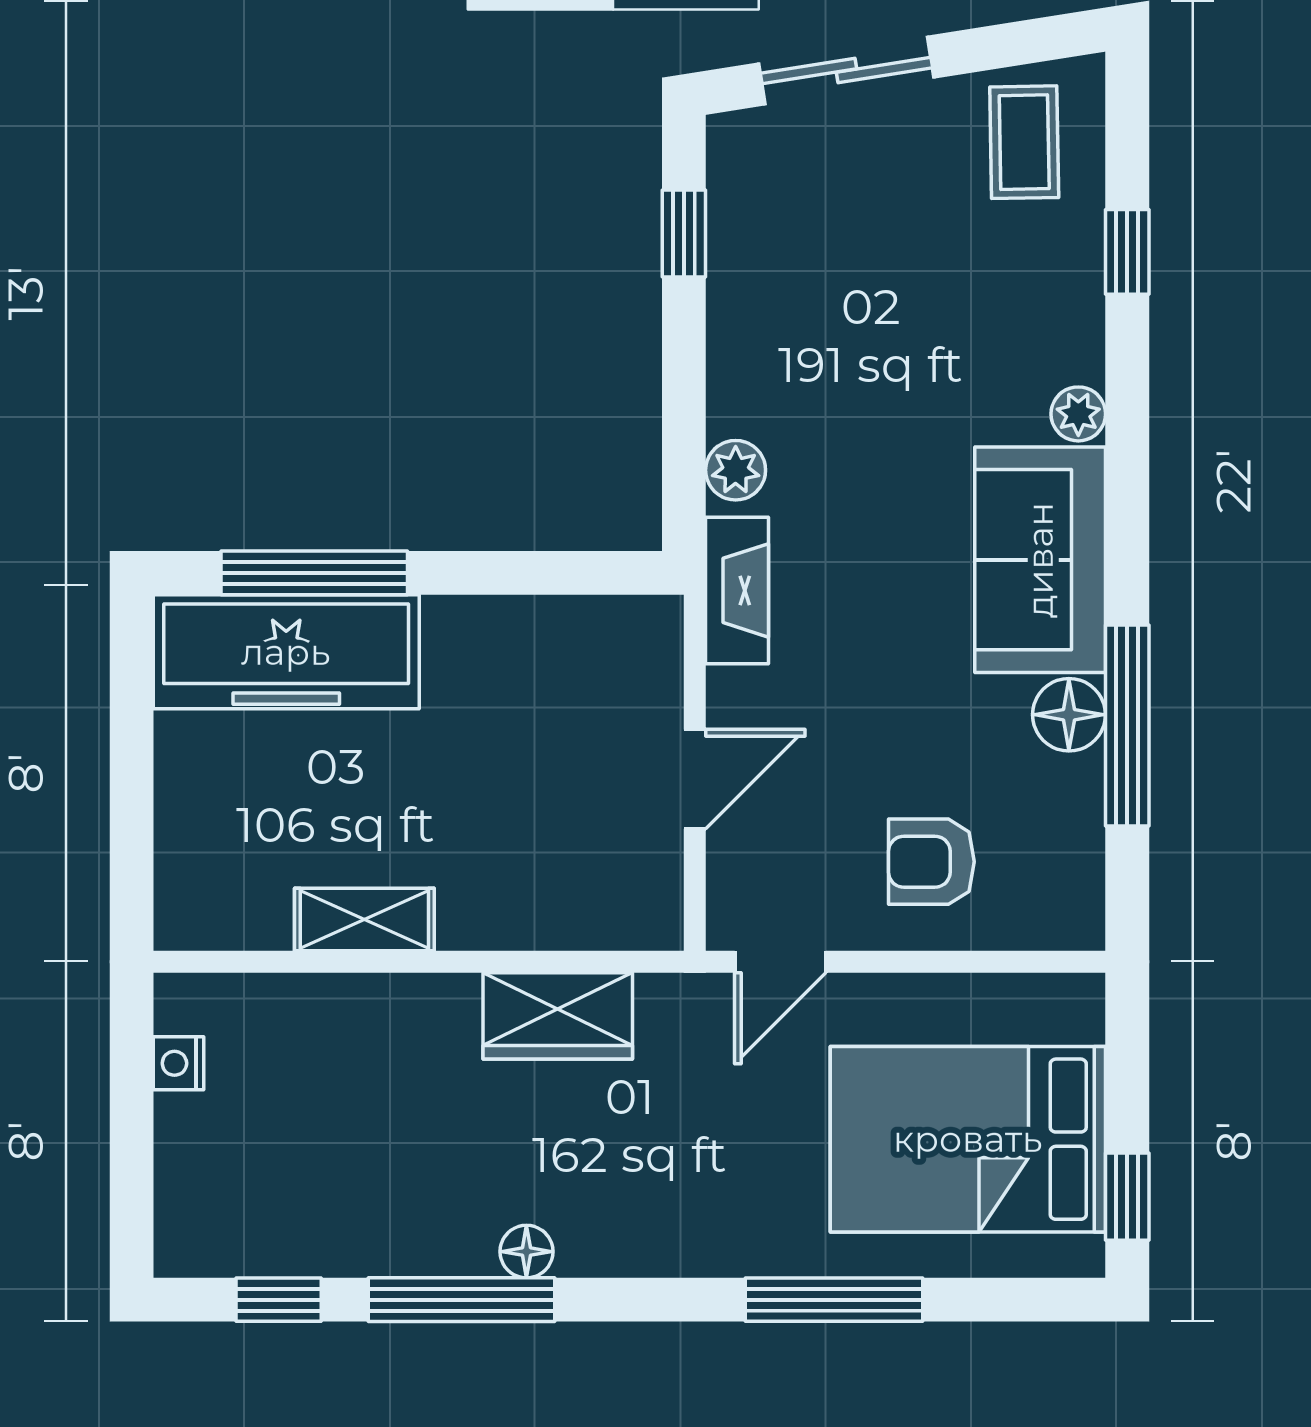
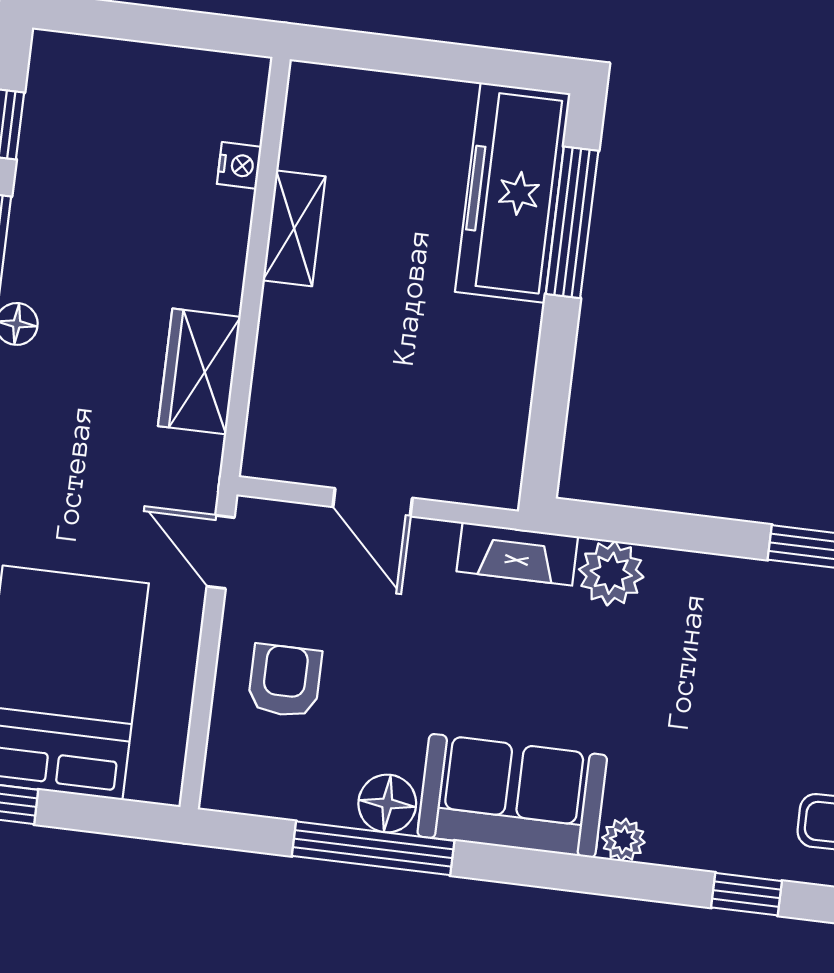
plant: (736, 470) -> (611, 573), width x1.38, depth x1.38
nightstand: (178, 1063) -> (239, 165), moved, turned 90

